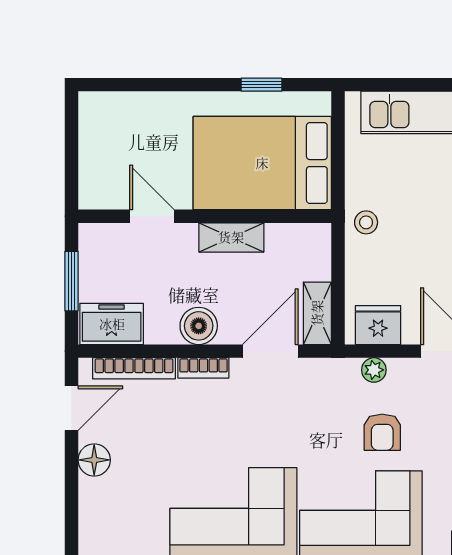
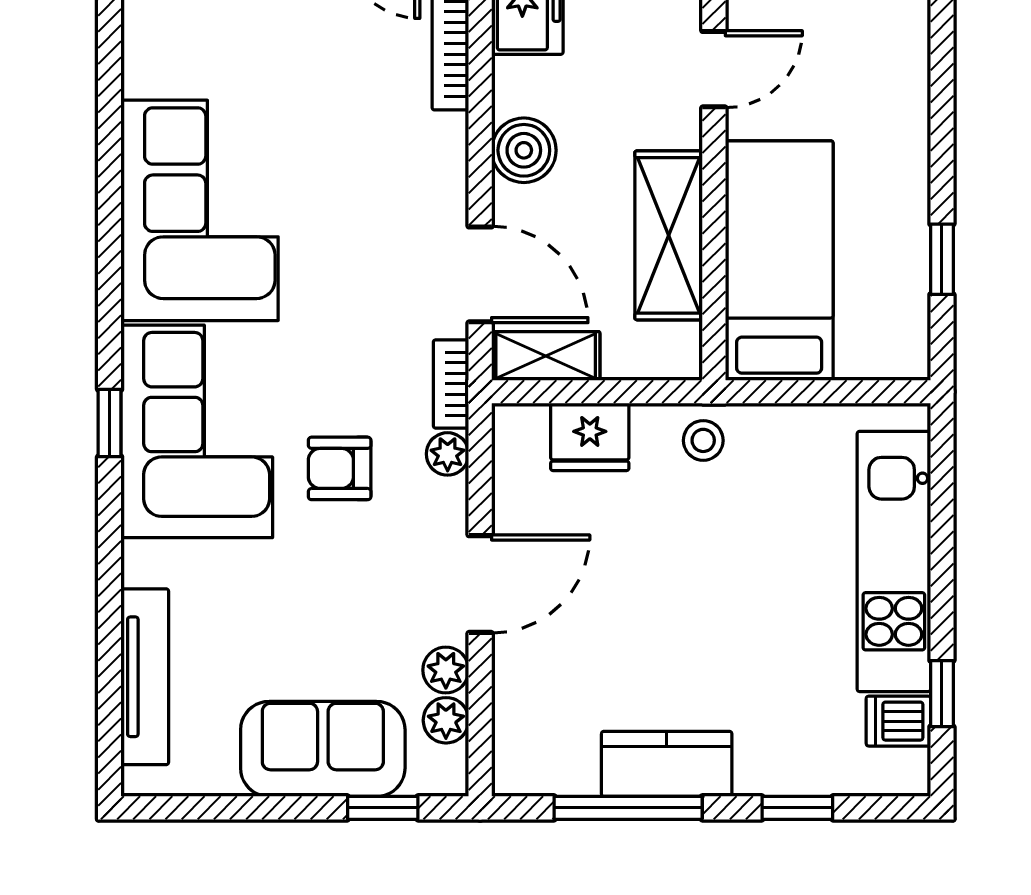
bed: (262, 163) -> (779, 261), width x0.67
shelving: (231, 237) -> (669, 235), width x1.50, depth x1.33
fridge: (378, 325) -> (590, 437), moved, turned 90
bookcase: (203, 368) -> (451, 384), moved

